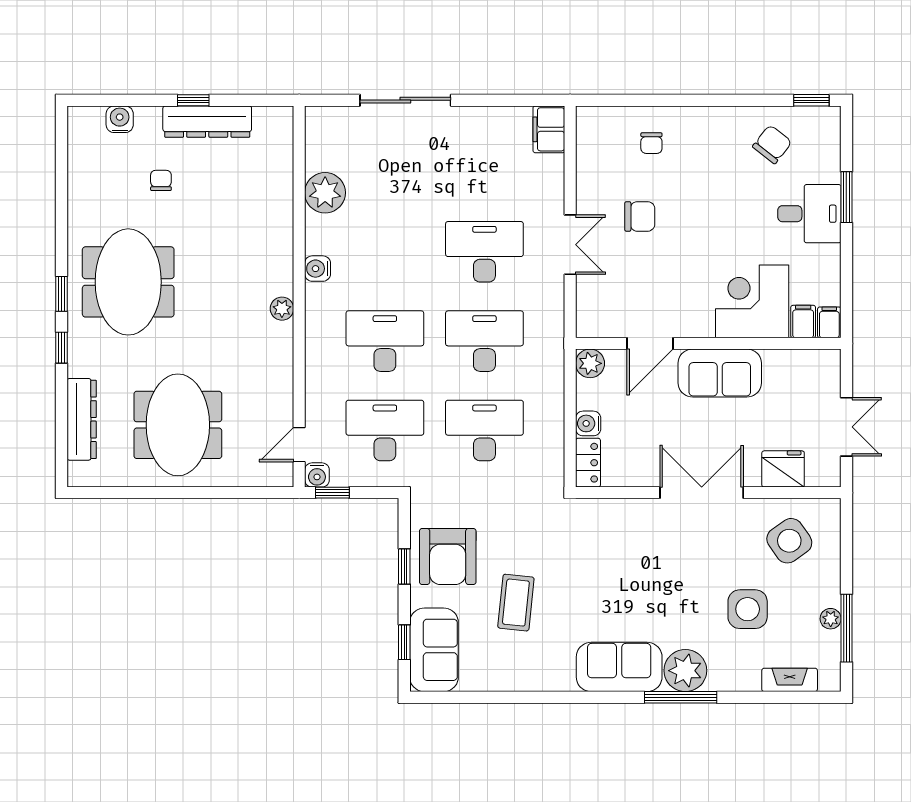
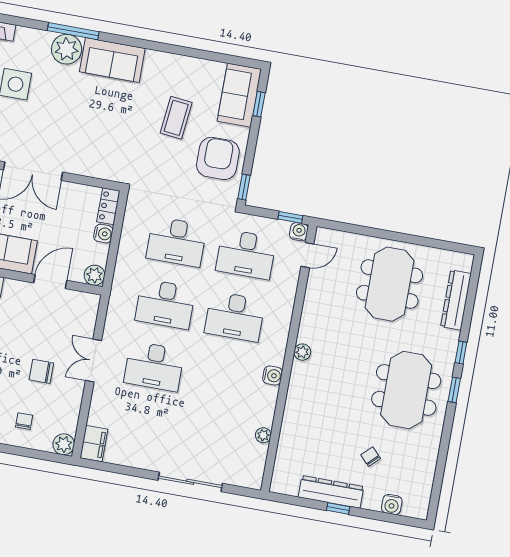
plant: (591, 121) -> (64, 444), added
chair: (161, 180) -> (371, 457), turned 136
plant: (325, 193) -> (263, 435), width x0.53, depth x0.53
window: (404, 567) -> (244, 187), moved

